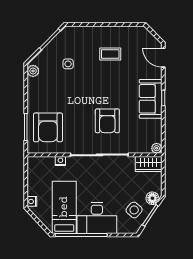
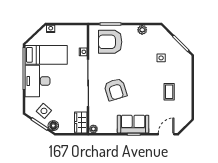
plant: (33, 71) -> (142, 30), moved
armchair: (107, 121) -> (115, 89), turned -107

